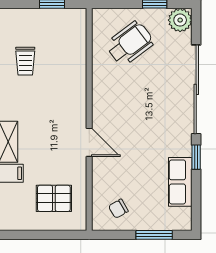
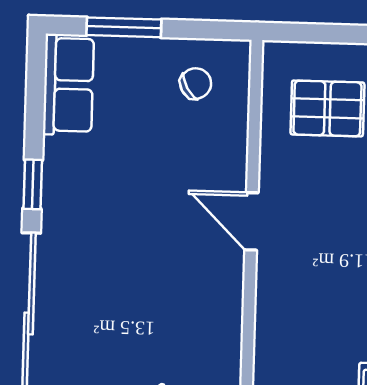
row of seats: (180, 182) -> (68, 85), moved

